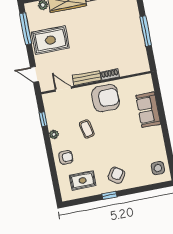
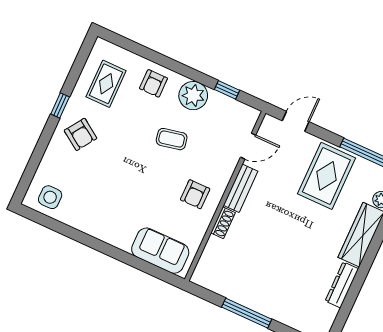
armchair: (106, 98) -> (195, 194), width x0.53, depth x0.53
sofa: (148, 110) -> (160, 251), moved
plant: (54, 134) -> (193, 96), width x1.88, depth x1.88

